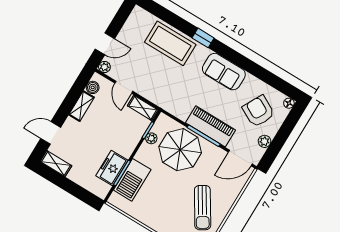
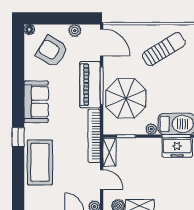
door: (124, 87) -> (102, 179), hinge flipped
bookcase: (165, 103) -> (94, 136), added
armchair: (259, 111) -> (52, 51), turned 94
plant: (151, 138) -> (151, 129), moved

